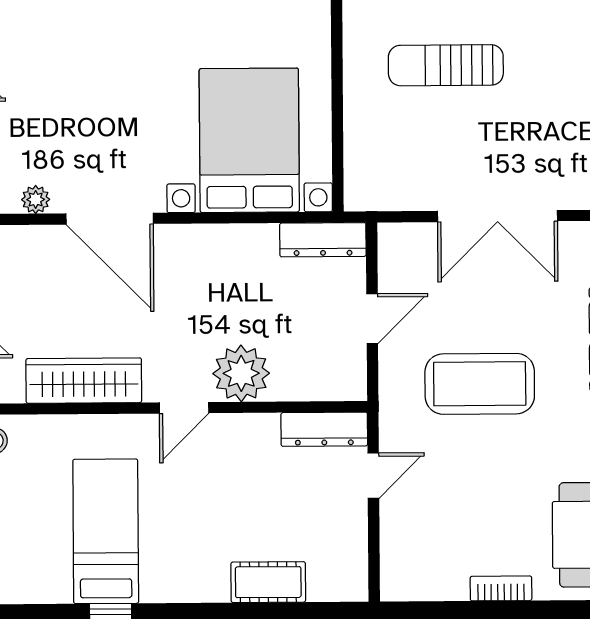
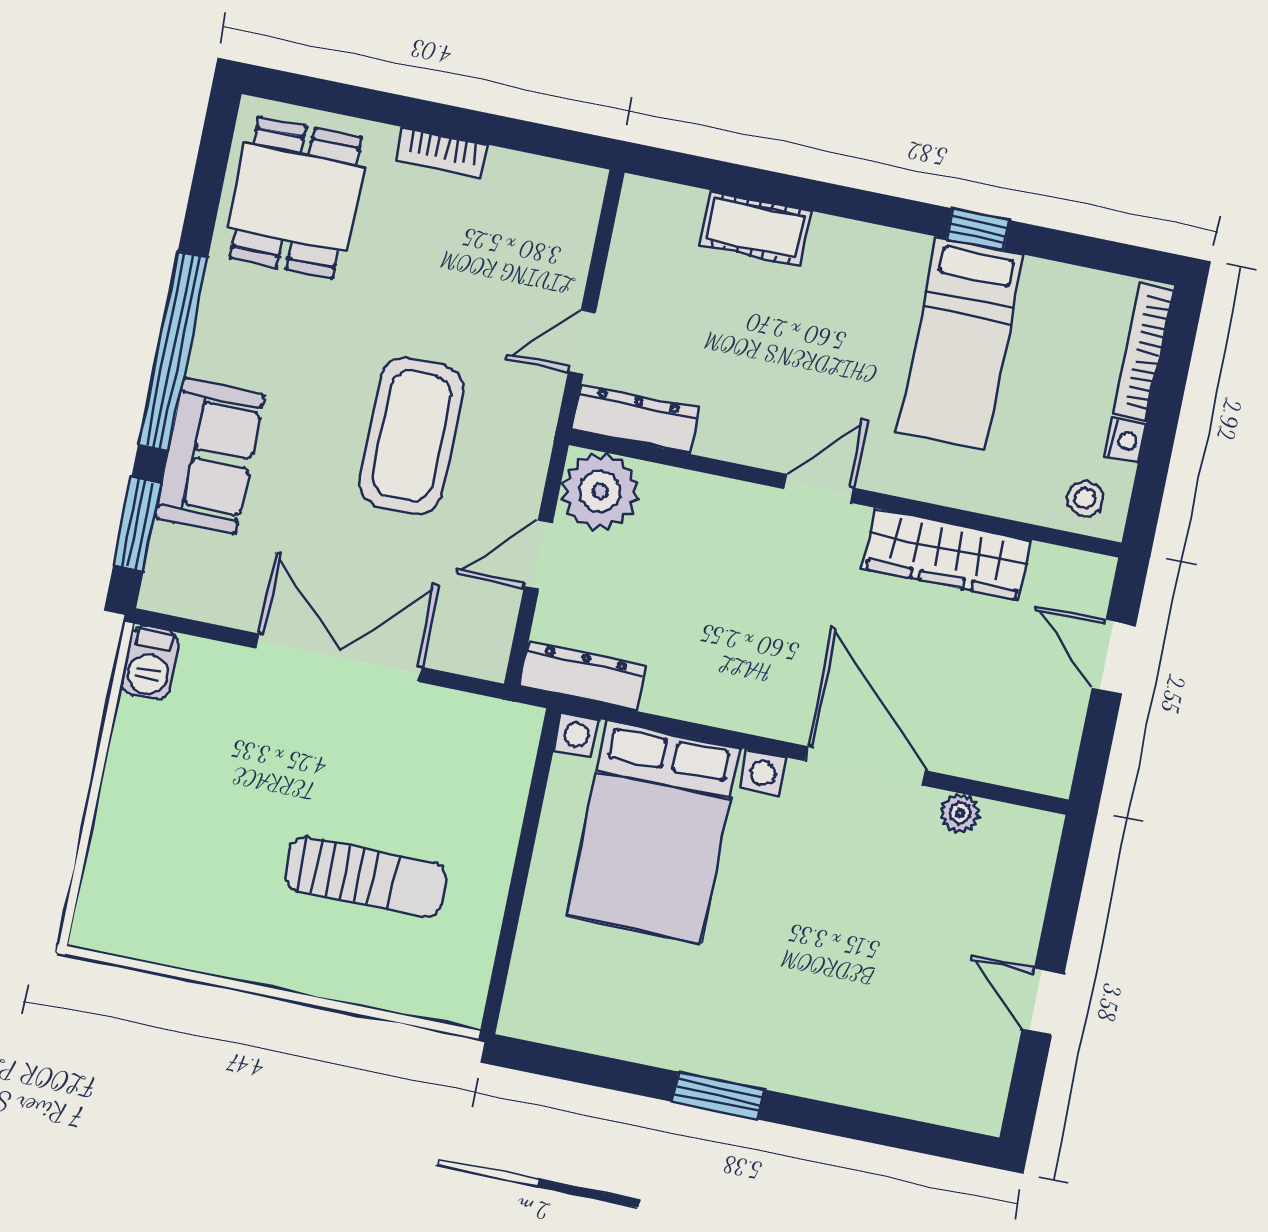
plant: (241, 373) -> (600, 492), moved
coffee table: (480, 384) -> (412, 436), turned 90

